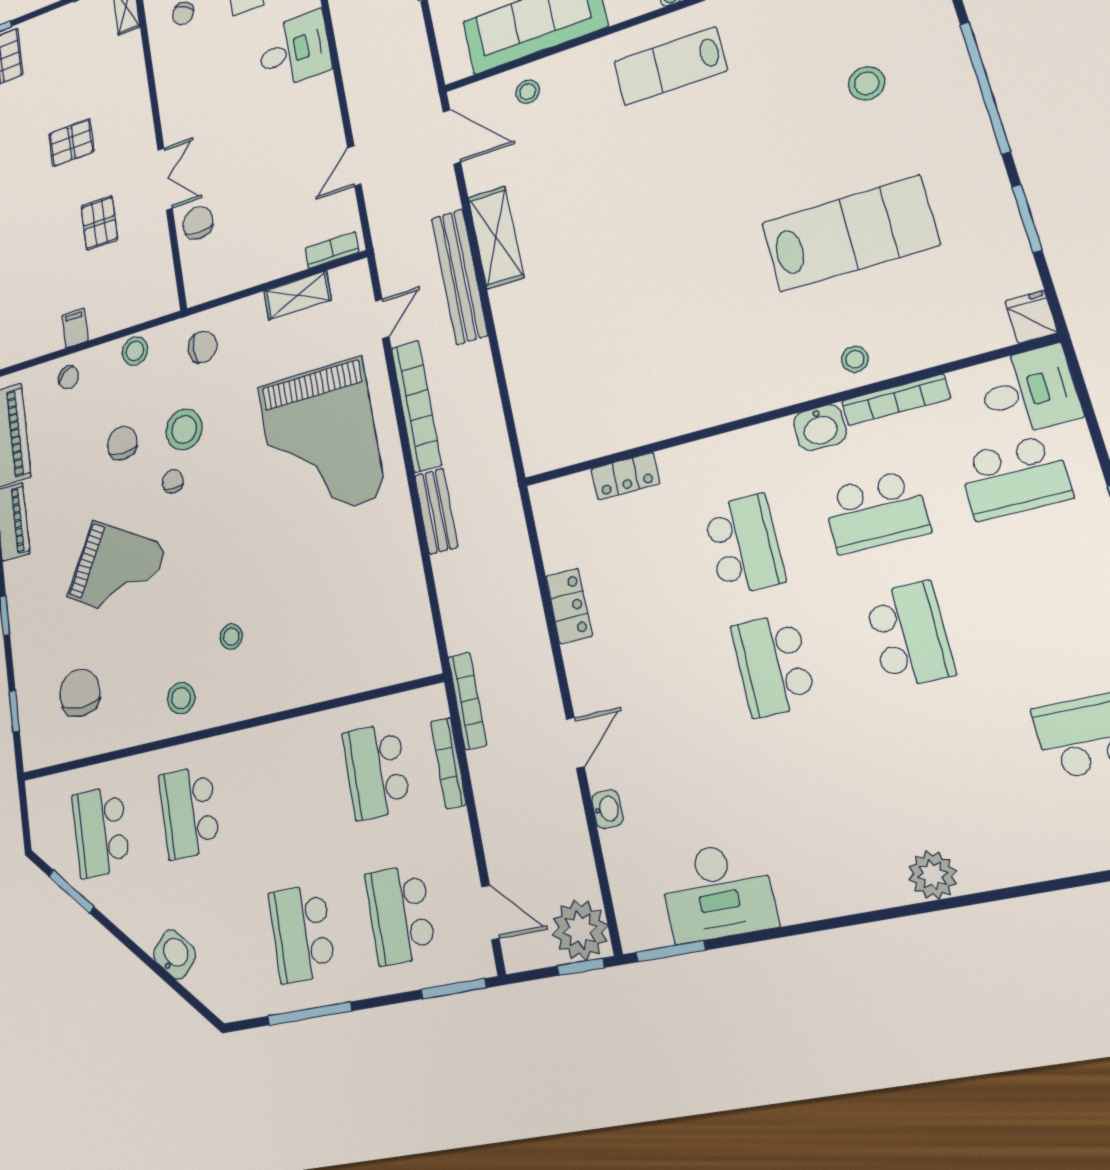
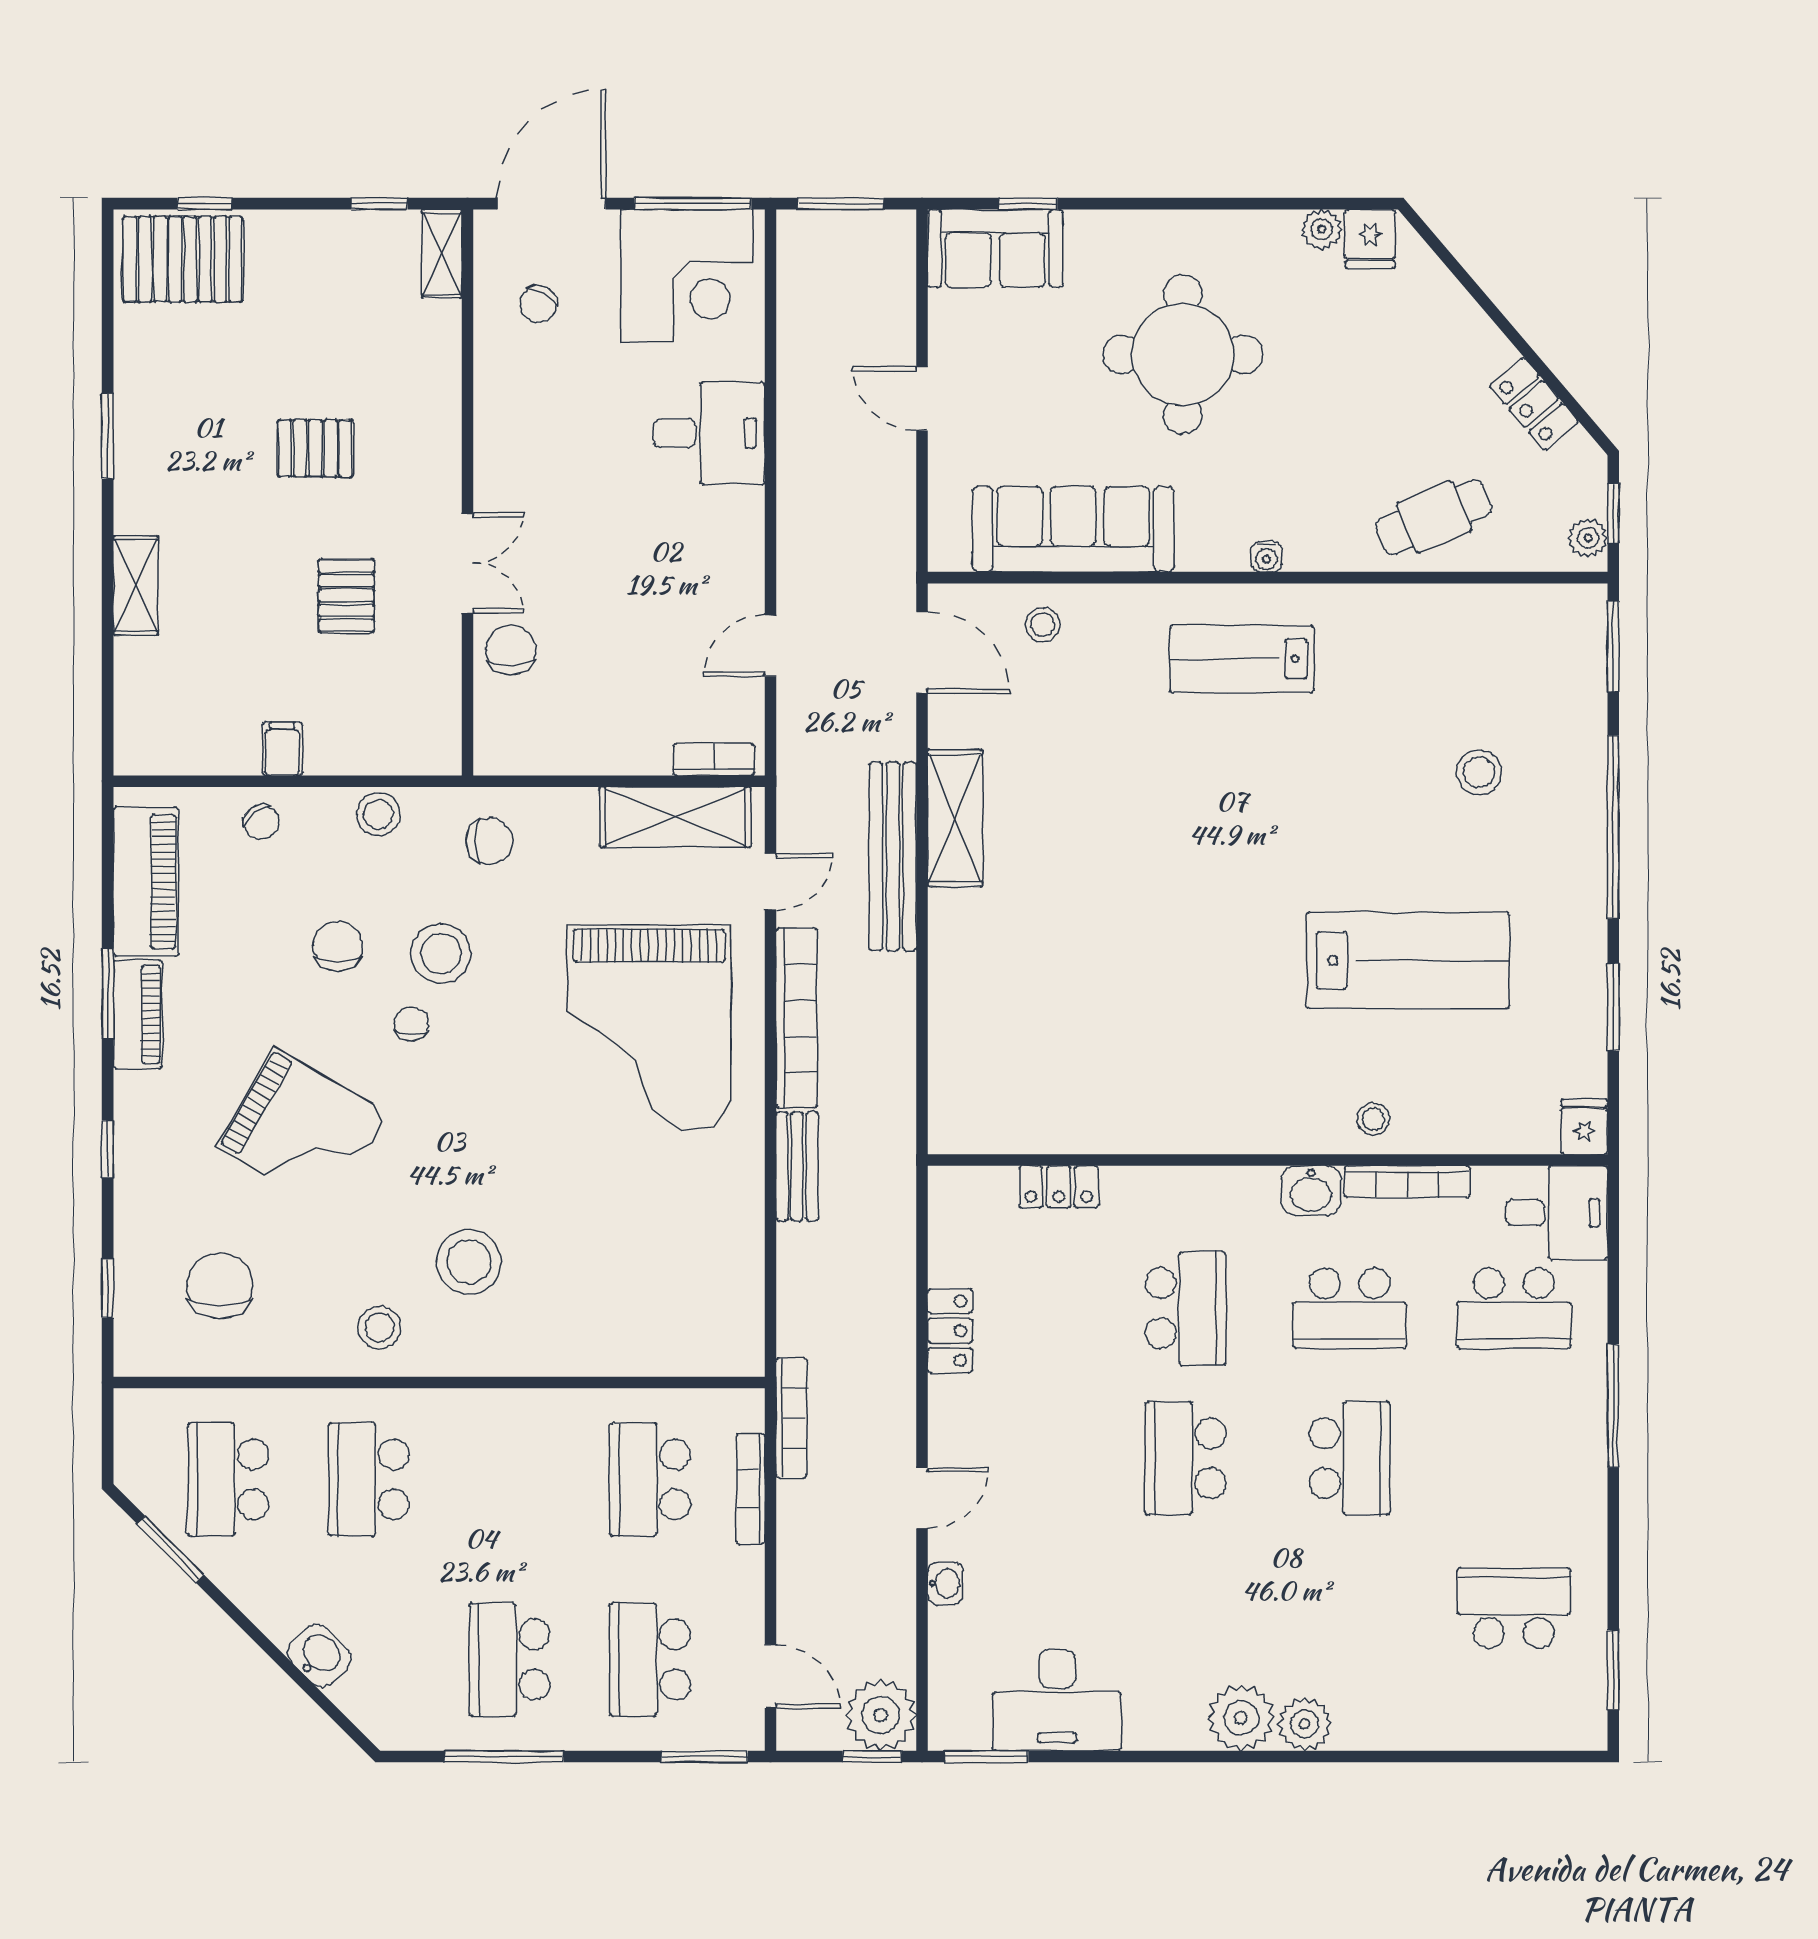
shelving: (297, 295) -> (675, 817), width x1.50, depth x1.33
stool: (231, 637) -> (469, 1262), width x1.89, depth x1.89
plant: (876, 879) -> (1241, 1718), added

